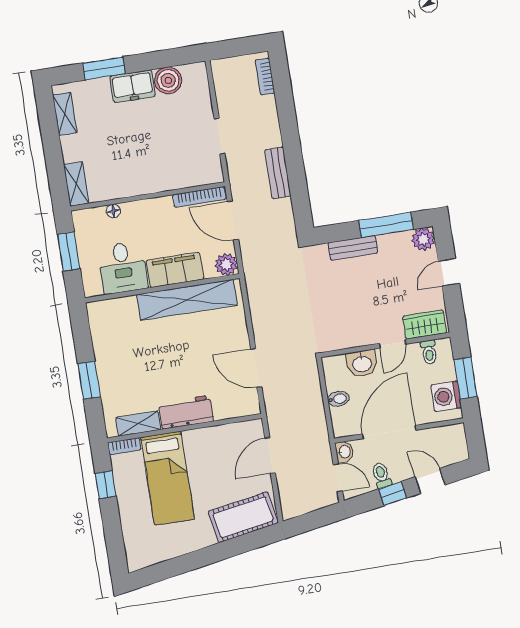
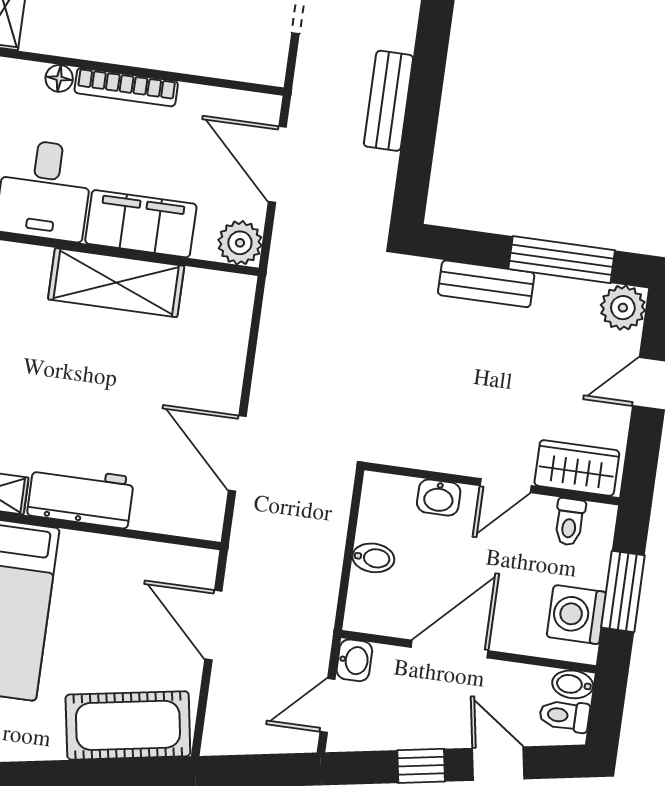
bookcase: (199, 197) -> (126, 87), moved
shelving: (187, 300) -> (116, 283), width x0.68
washbasin: (362, 363) -> (439, 497), width x0.72, depth x0.69
bidet: (455, 431) -> (573, 684), added
door: (389, 432) -> (450, 649), width x0.73
door: (270, 455) -> (213, 625), hinge flipped
toilet: (381, 475) -> (564, 716), moved, turned -80
door: (338, 478) -> (327, 705), swing flipped

